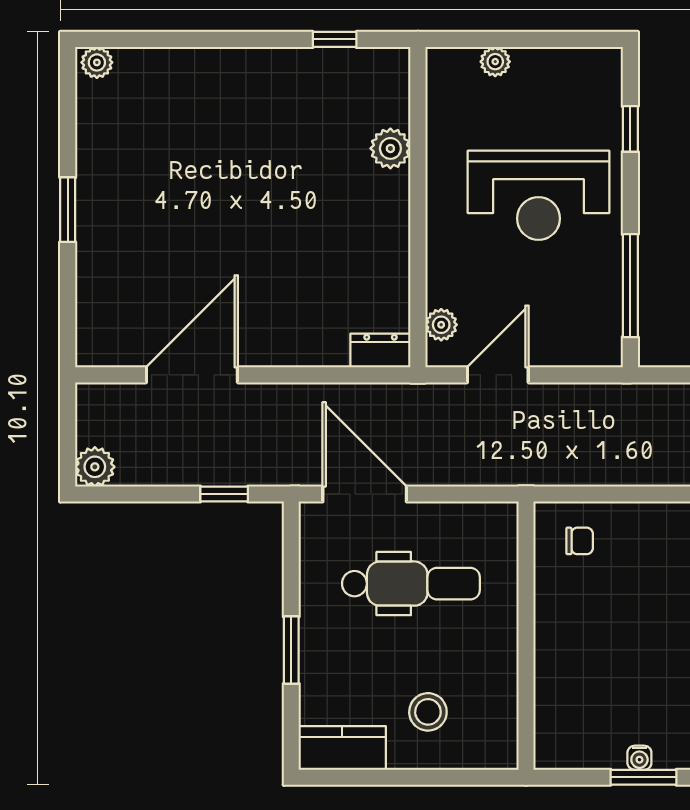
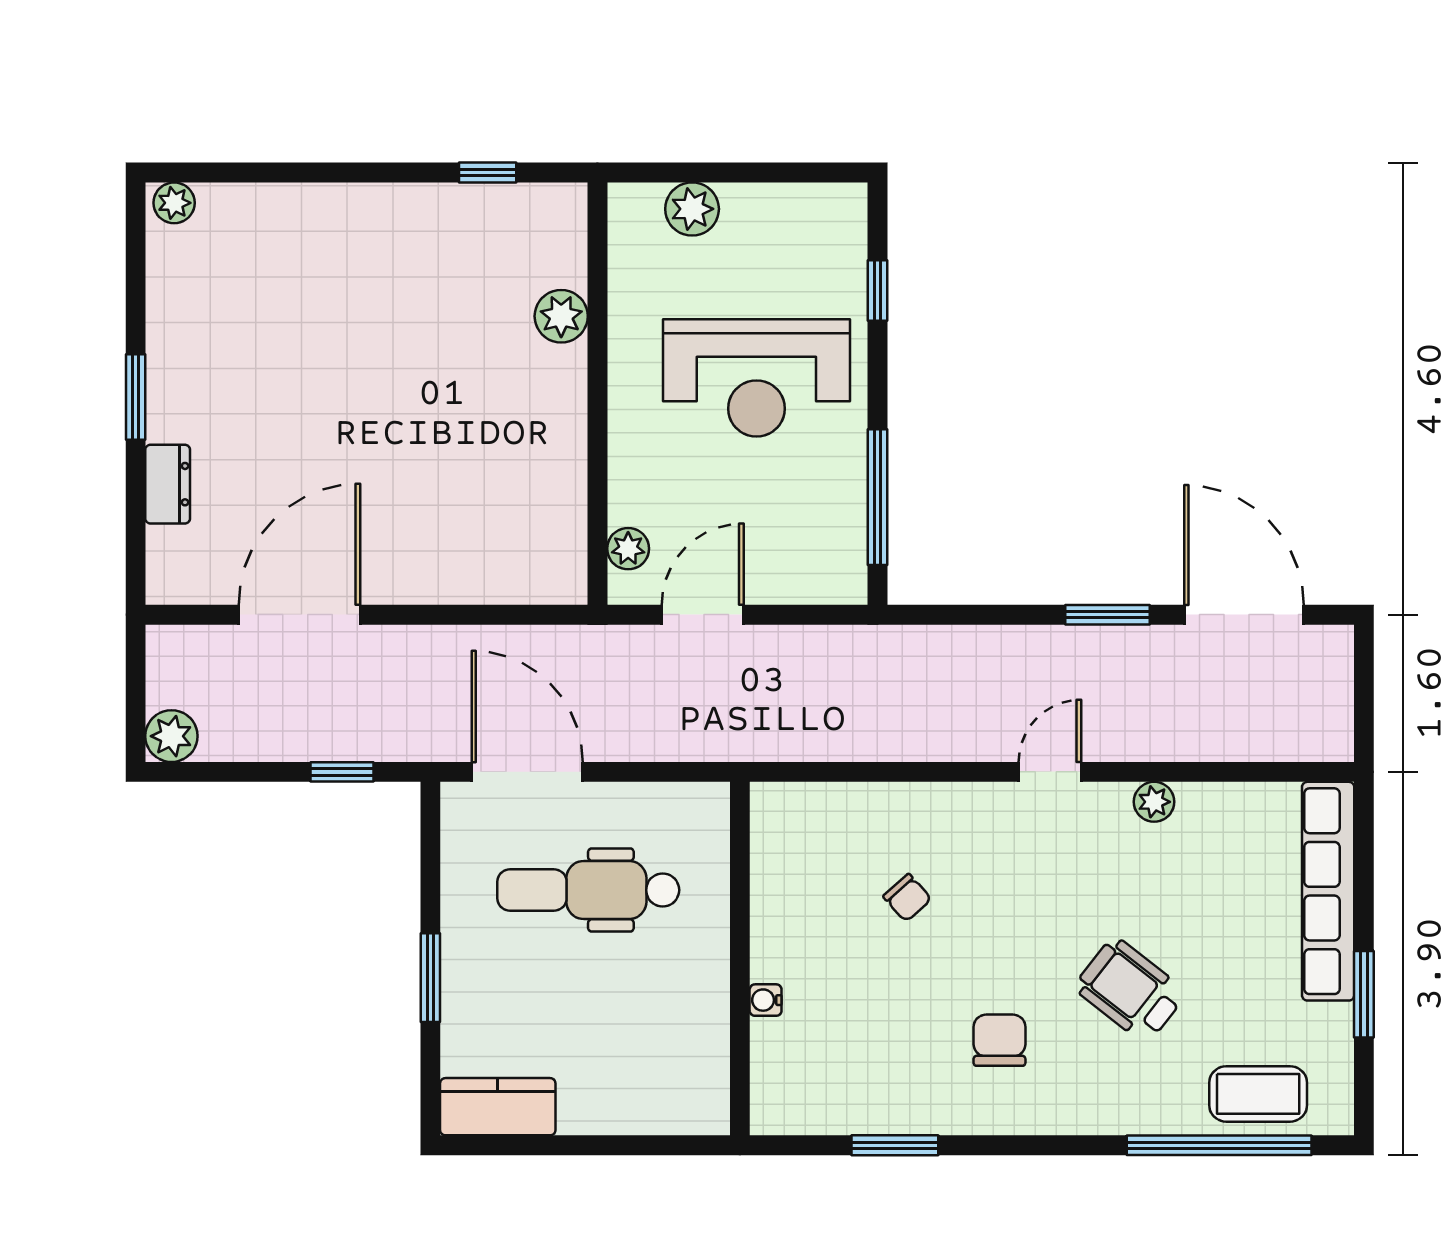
plant: (495, 62) -> (692, 209), width x1.38, depth x1.38
dresser: (380, 350) -> (168, 484), moved, turned 90
chair: (580, 541) -> (907, 898), moved, turned 48
dental chair: (411, 584) -> (588, 890), turned 180
stool: (428, 712) -> (611, 1059), removed
water cooler: (639, 758) -> (766, 1000), moved, turned 90

